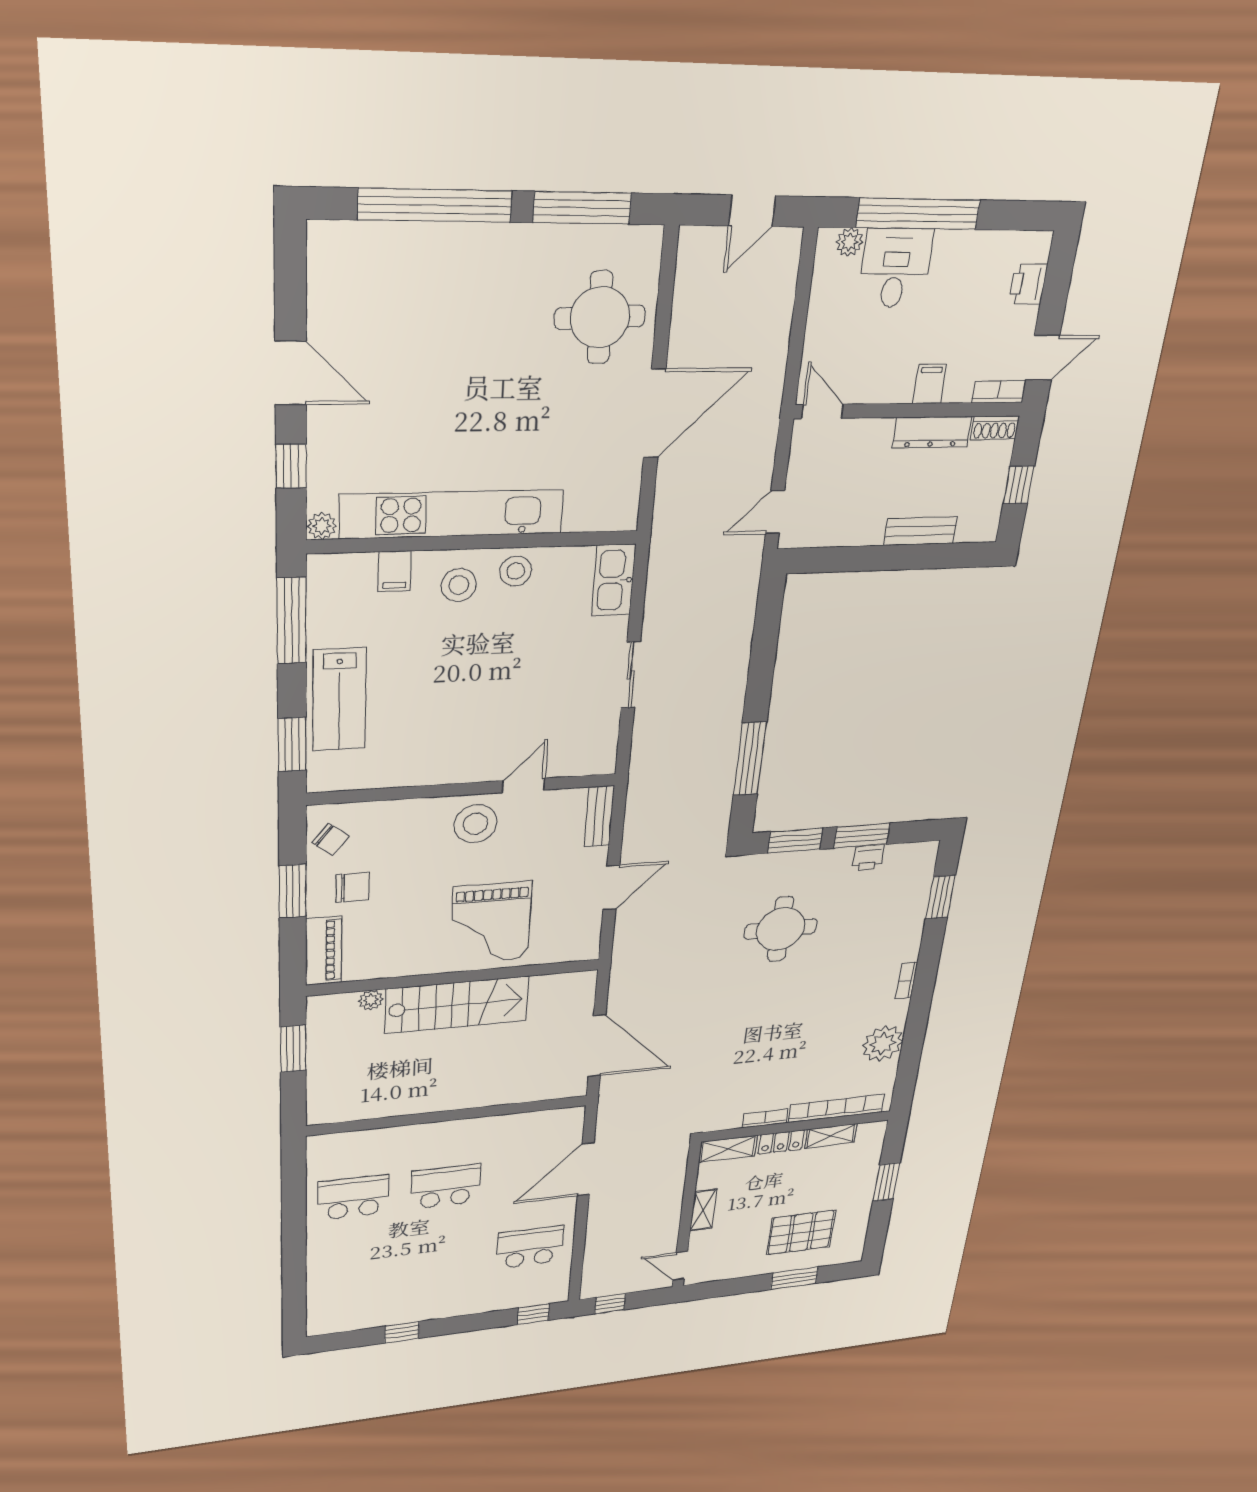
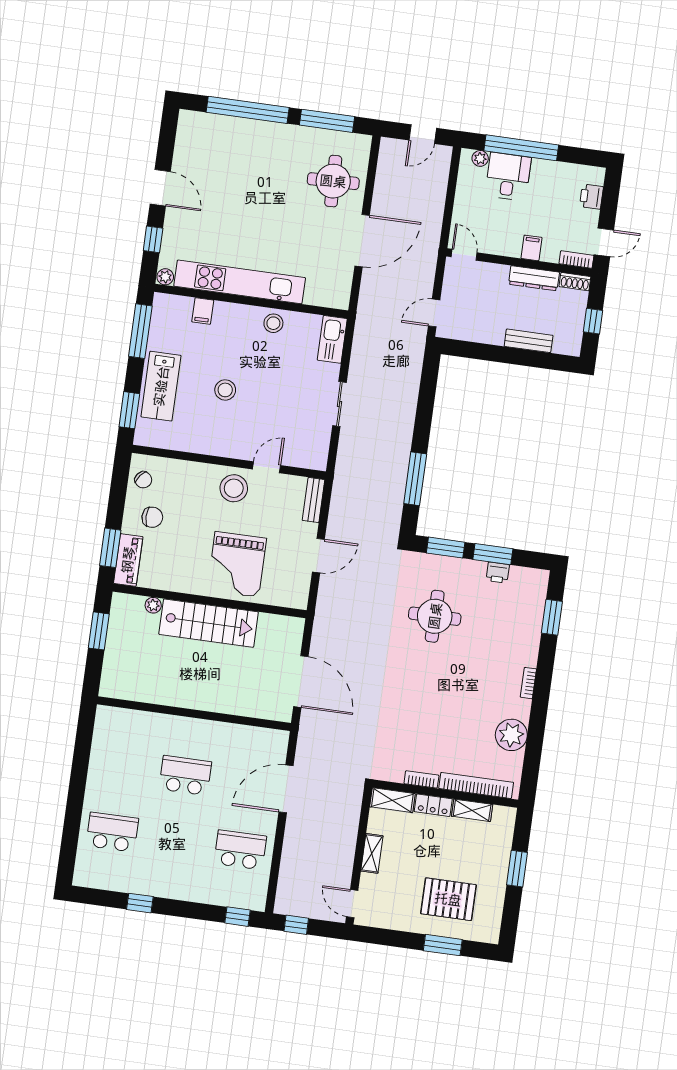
stool: (459, 585) -> (225, 390), moved
window: (293, 891) -> (110, 548), moved
school desk: (353, 1197) -> (112, 832), moved

